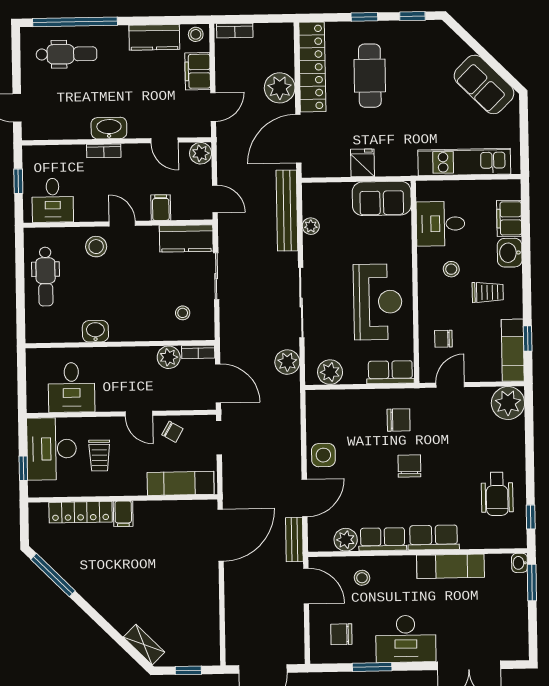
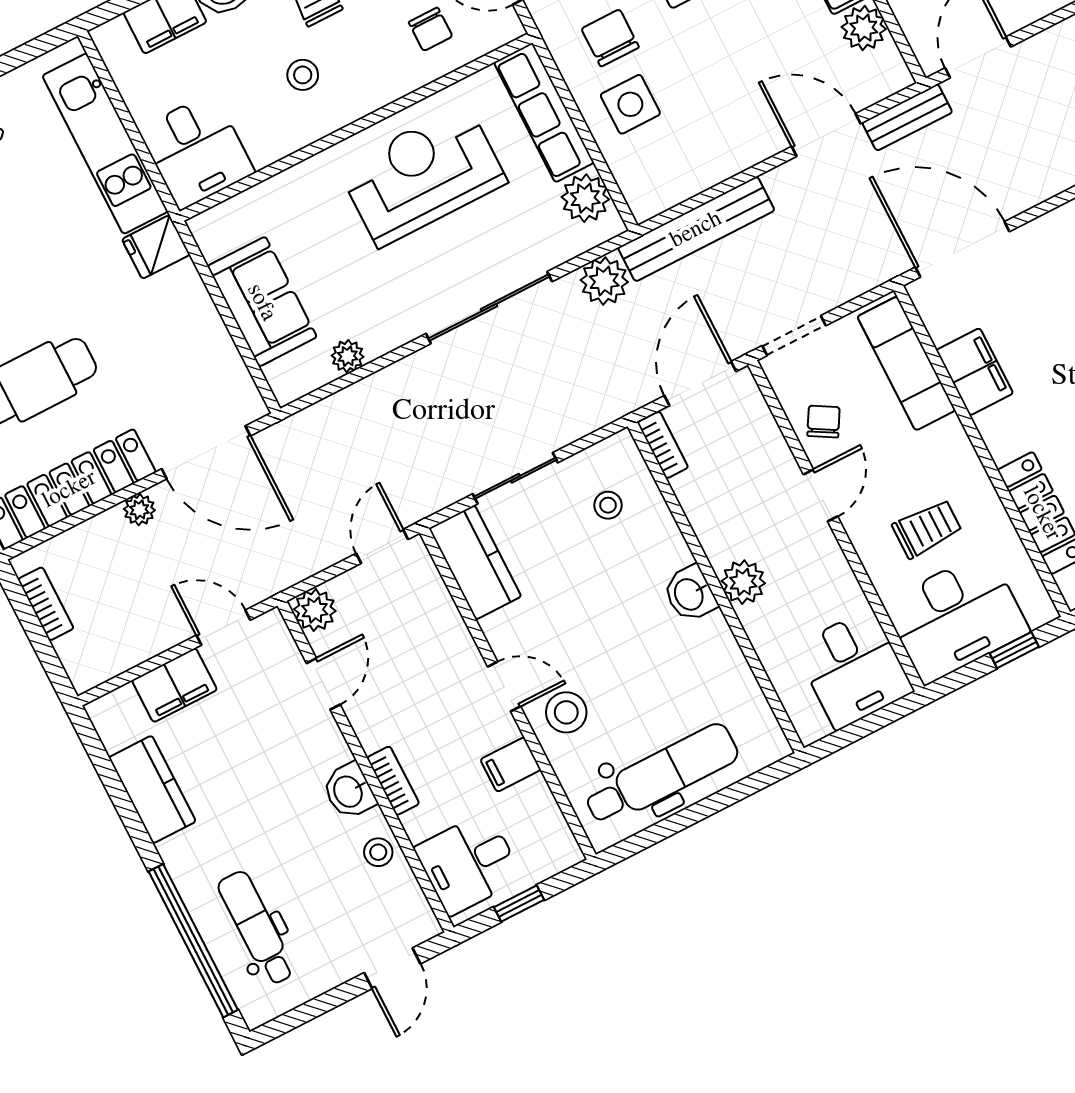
bookcase: (235, 31) -> (46, 604), moved
stool: (196, 34) -> (378, 852), moved
plant: (280, 88) -> (139, 510), width x0.53, depth x0.53
washbasin: (109, 128) -> (349, 791), width x0.72
fridge: (362, 163) -> (156, 247), moved
sofa: (382, 198) -> (262, 302), moved
desk: (53, 200) -> (469, 863), moved, turned 180
filing cabinet: (161, 208) -> (511, 765), moved
bench: (287, 211) -> (696, 229), moved
door: (122, 224) -> (504, 687), swing flipped
desk: (440, 224) -> (197, 151), moved
dental chair: (46, 277) -> (661, 775), width x1.36, depth x1.38
washbasin: (95, 331) -> (690, 594), moved
plant: (169, 357) -> (743, 582), moved
row of seats: (390, 372) -> (544, 113), width x1.48
desk: (72, 387) -> (854, 669), moved, turned 90
side table: (323, 455) -> (630, 104), moved
filing cabinet: (123, 514) -> (975, 372), moved, width x2.00

